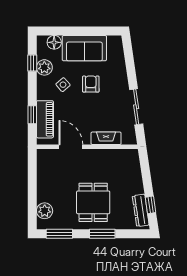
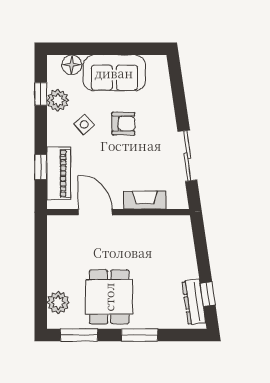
armchair: (91, 84) -> (123, 124), turned 90
dining table: (93, 202) -> (109, 297), moved

